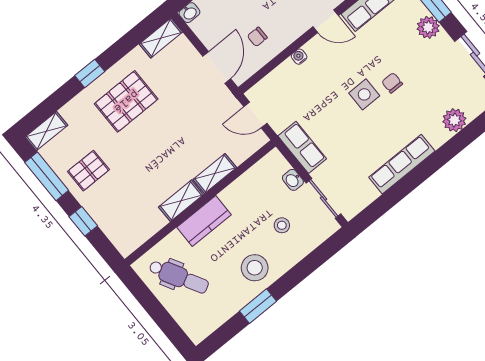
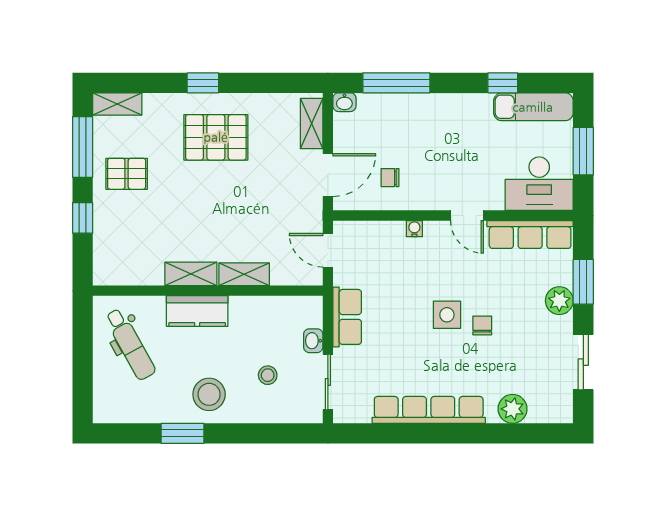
shelving: (161, 38) -> (312, 124), moved, turned 90
row of seats: (402, 164) -> (429, 410), width x1.36

